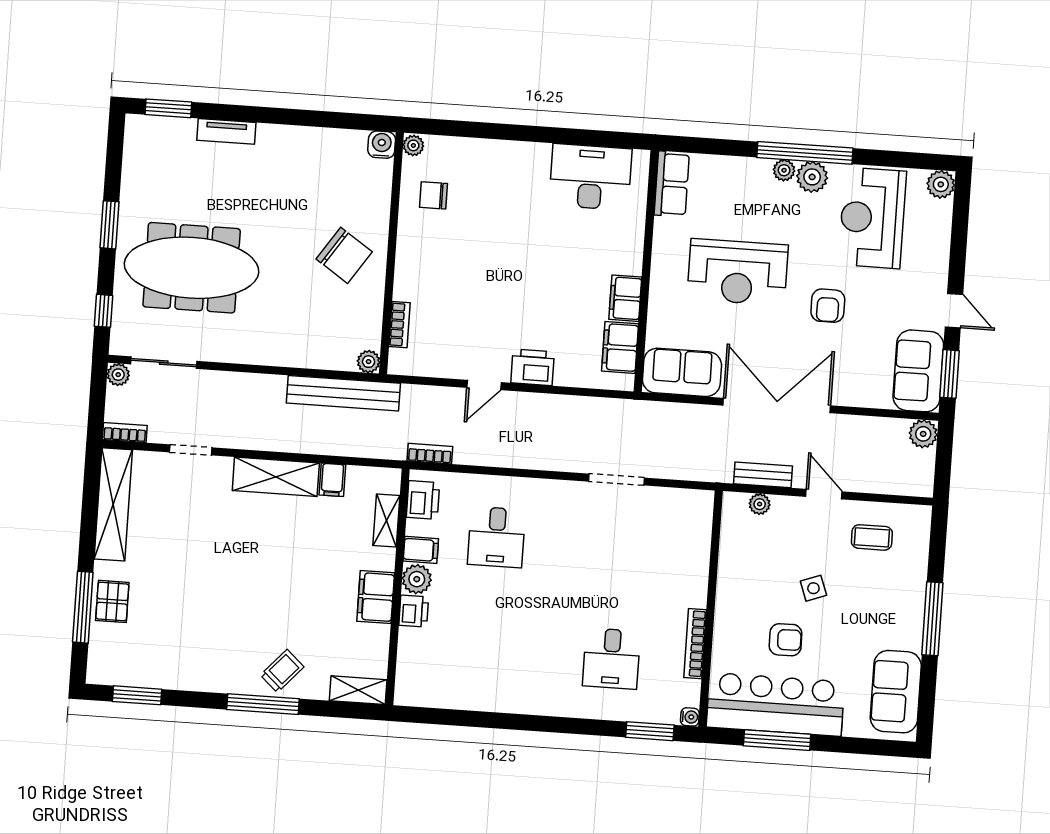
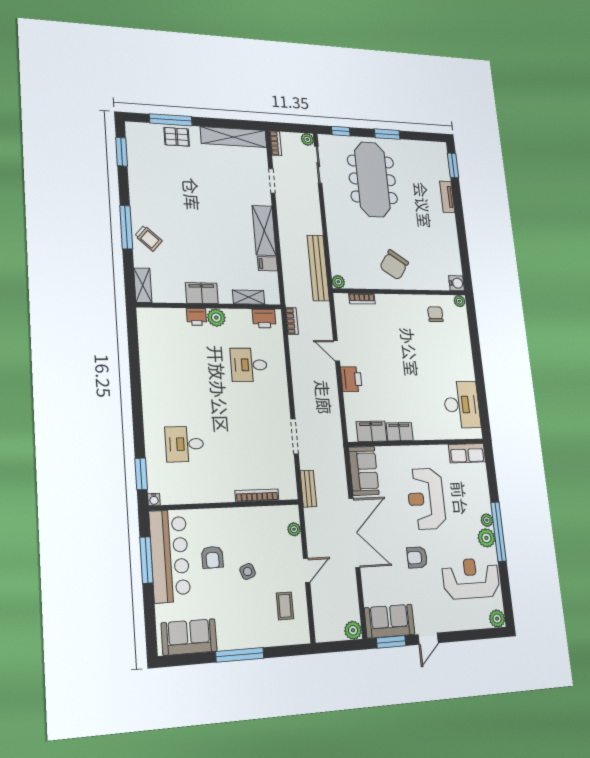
bench: (763, 475) -> (308, 489), moved
filing cabinet: (421, 550) -> (234, 319), removed
bookcase: (695, 644) -> (257, 495), moved

